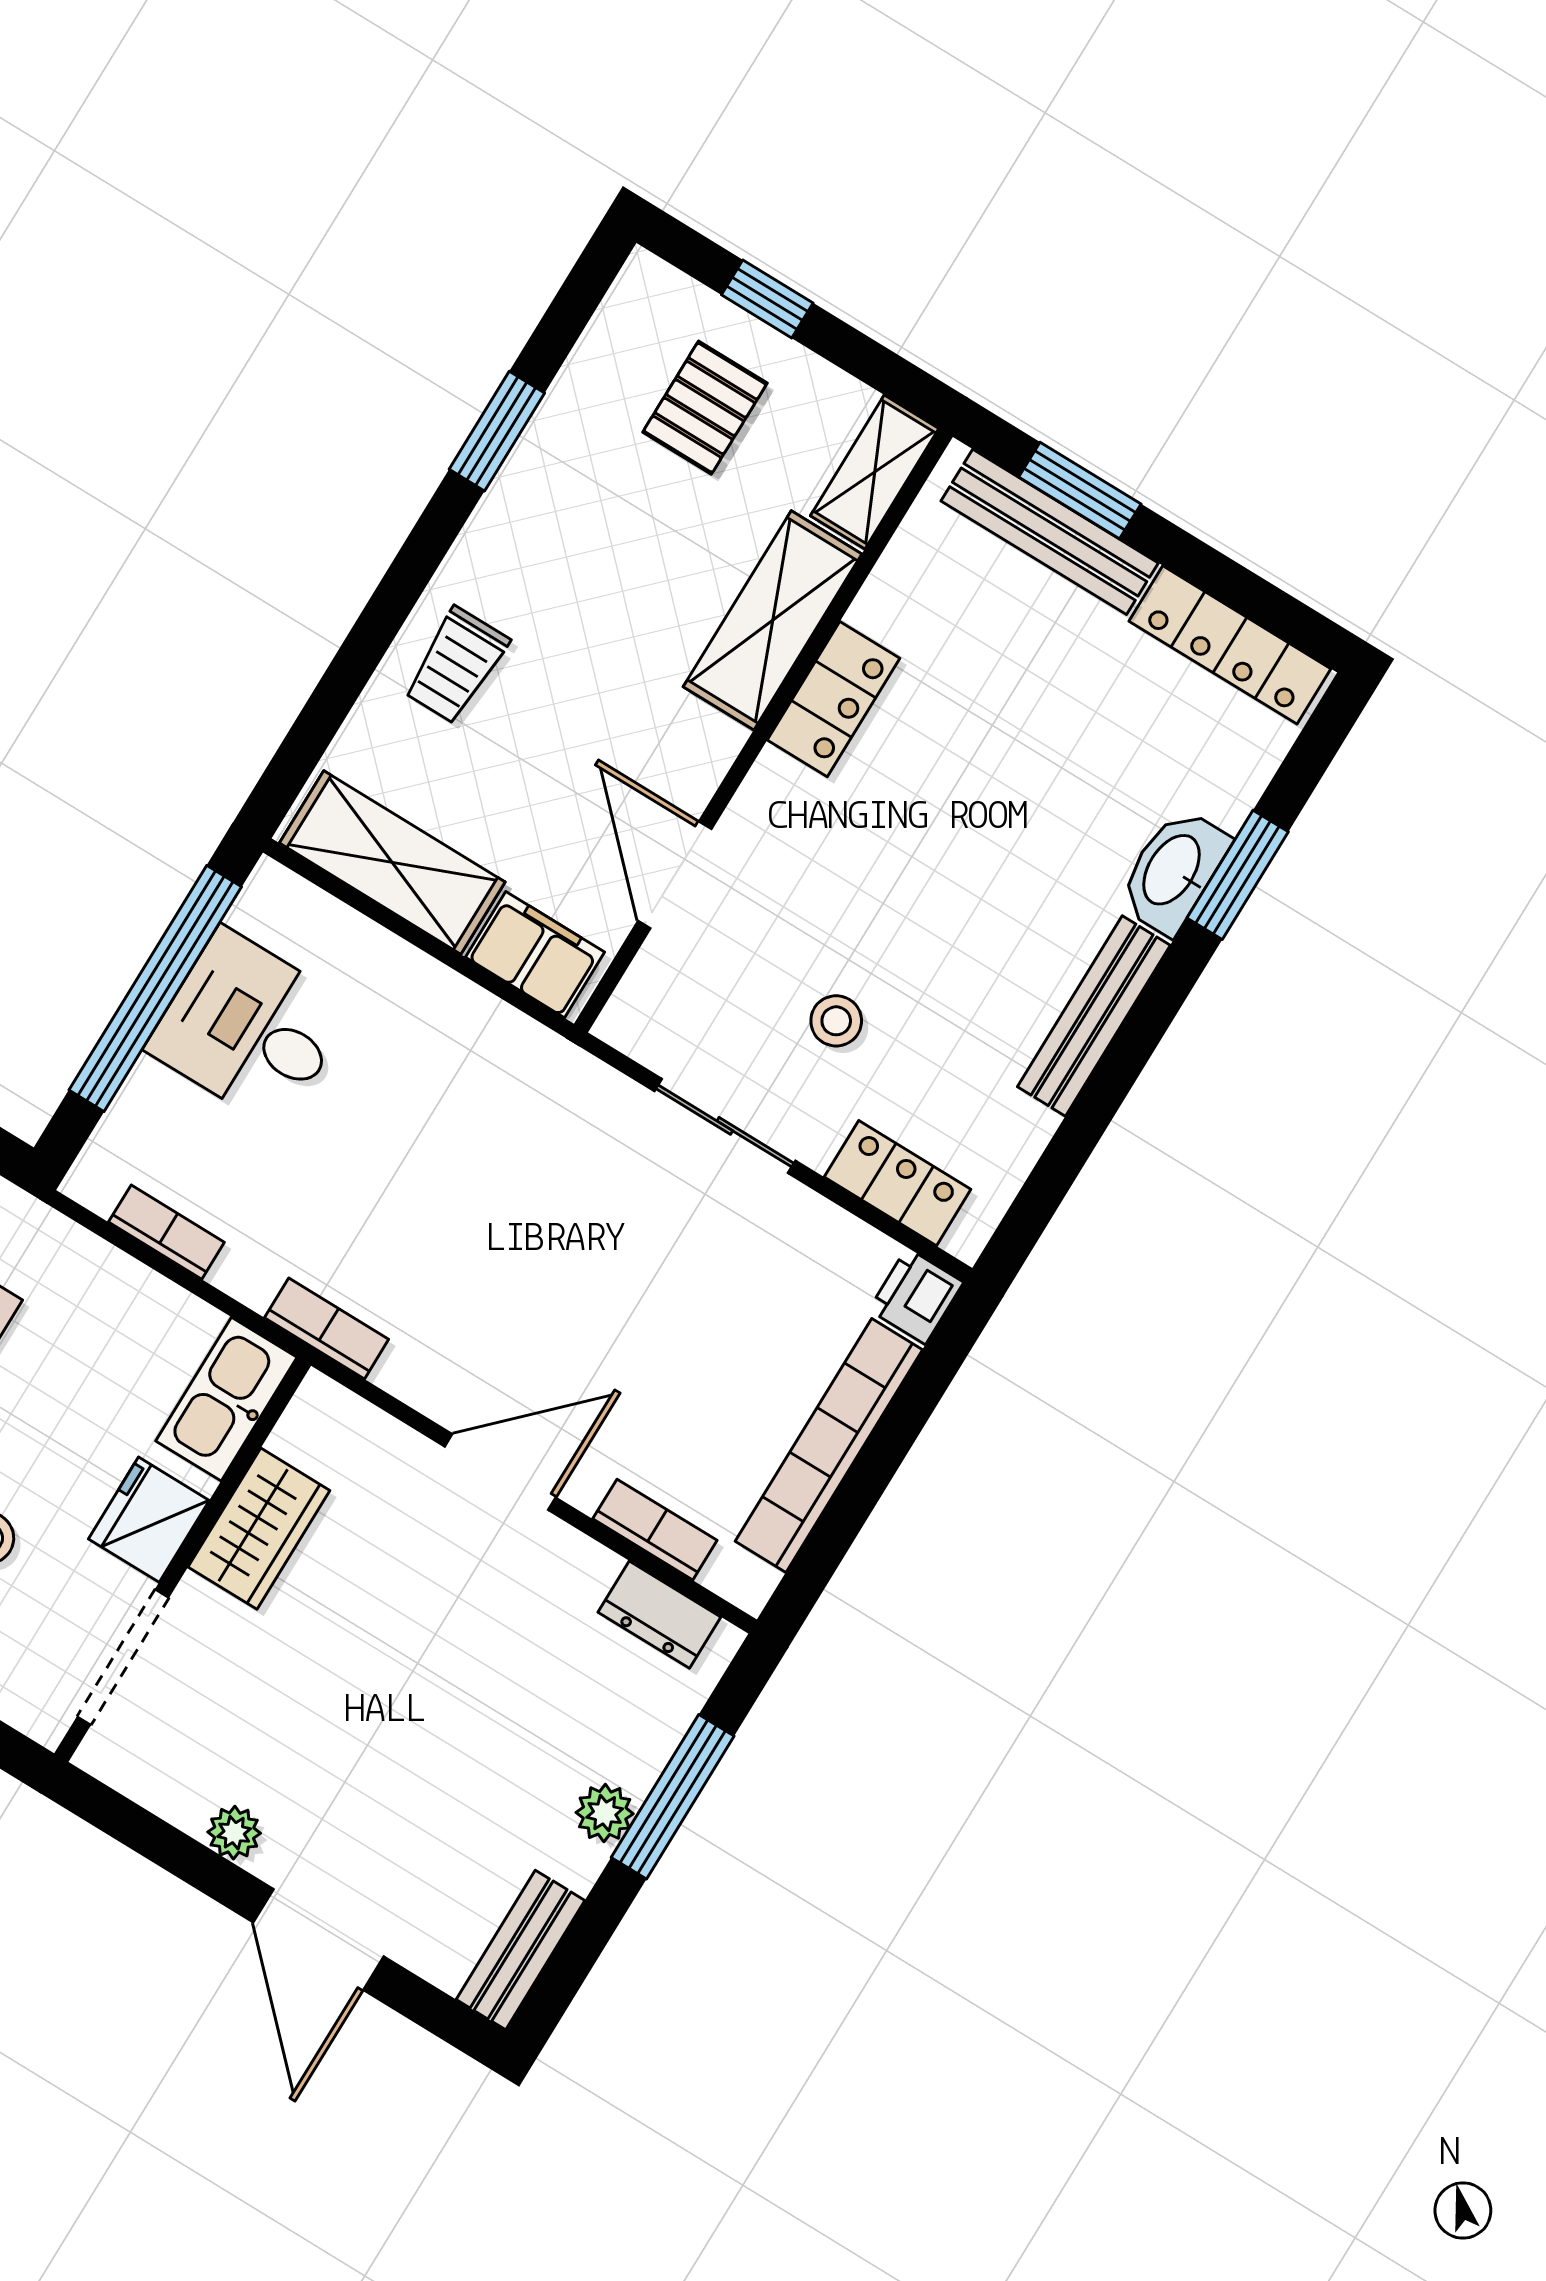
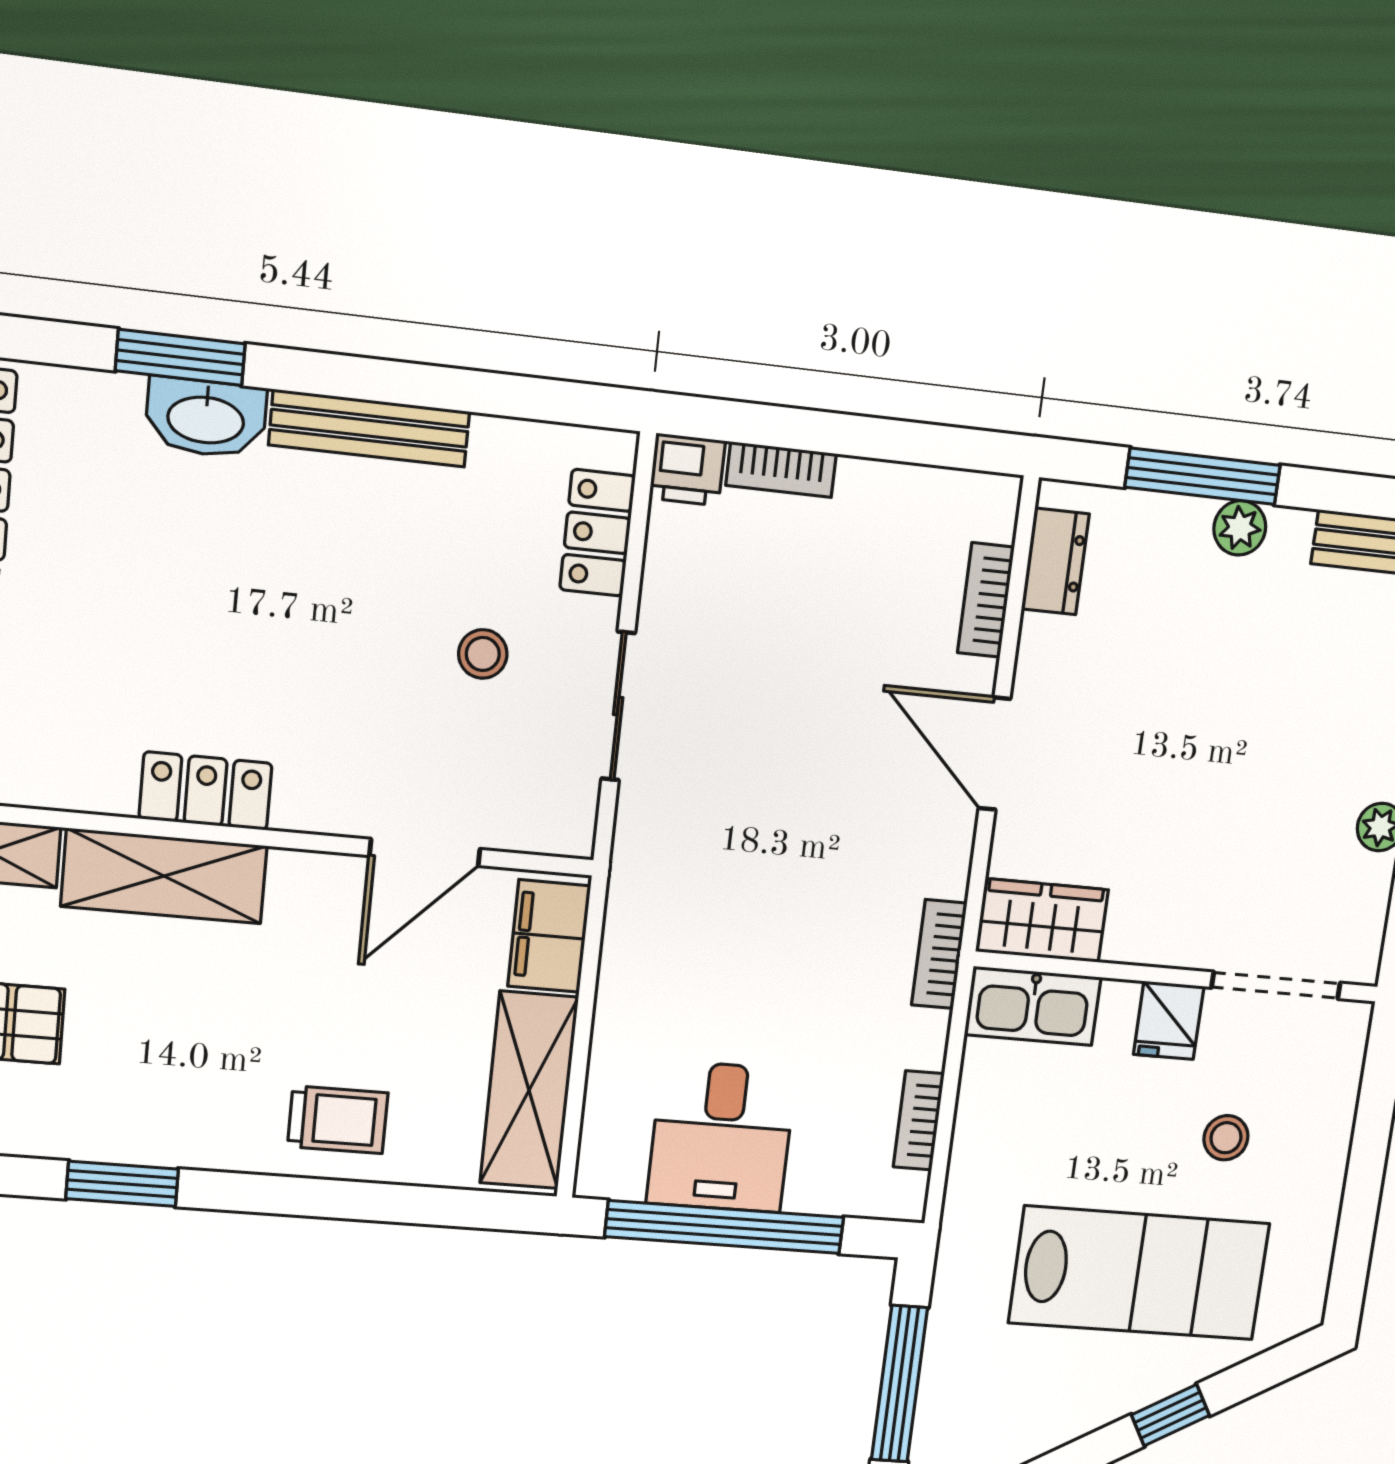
bookcase: (829, 1445) -> (781, 470), width x0.43, depth x0.76
fridge: (149, 1520) -> (1169, 1020), width x0.72
wardrobe: (259, 1529) -> (1042, 921), moved

